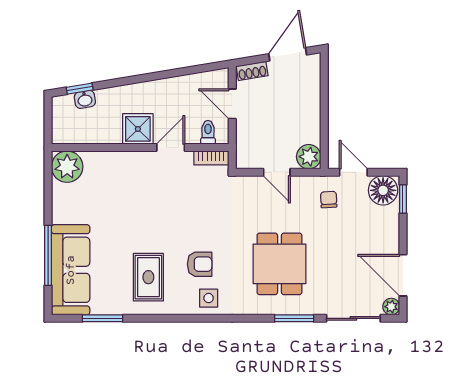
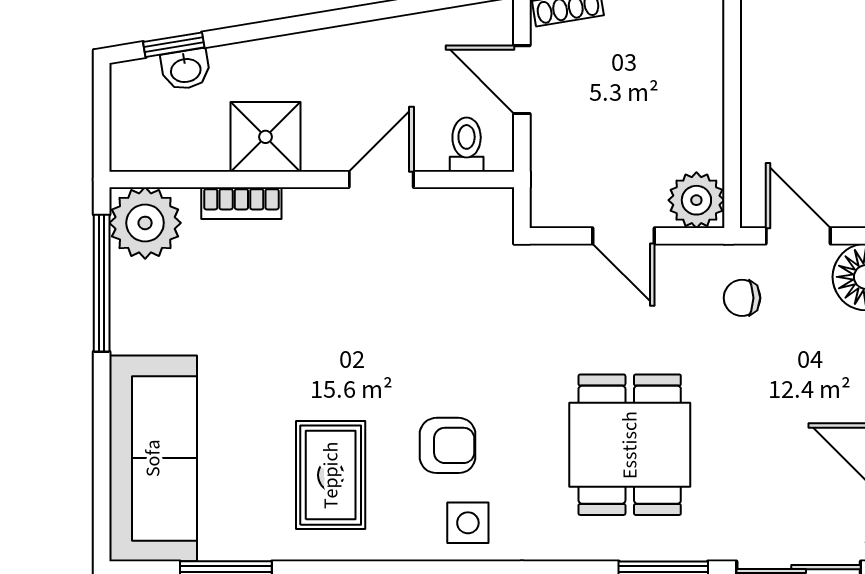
shower: (138, 129) -> (265, 137), moved
bookcase: (211, 158) -> (241, 203), moved
chair: (329, 200) -> (742, 298), turned -87
window: (48, 255) -> (102, 283), moved

